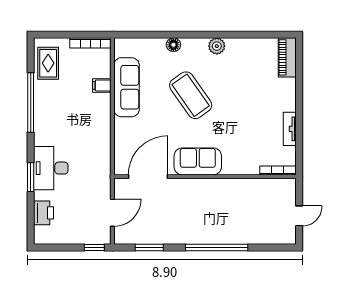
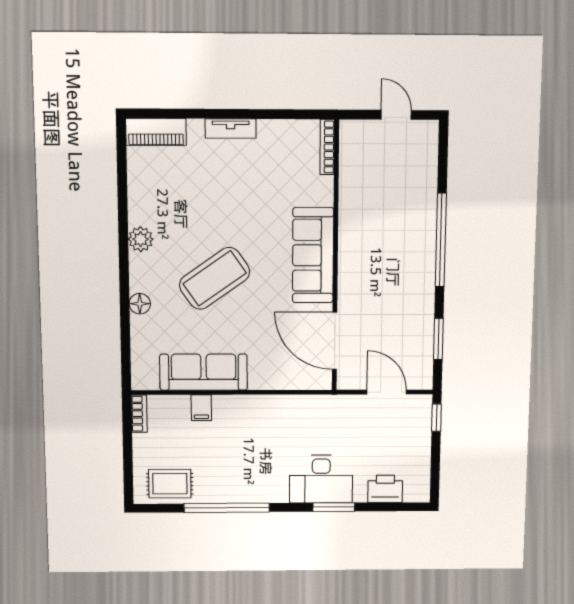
bookcase: (90, 43) -> (139, 414), width x0.64
tv unit: (290, 129) -> (231, 129), moved
sofa: (198, 161) -> (313, 255), width x1.36

